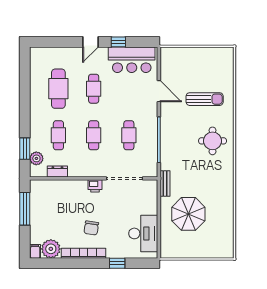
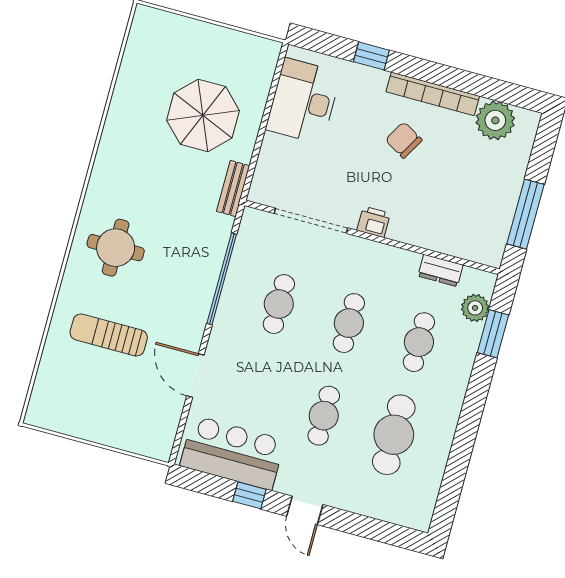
door: (90, 42) -> (305, 510), swing flipped
chair: (91, 228) -> (404, 140), turned -68
filing cabinet: (35, 251) -> (528, 124), removed

